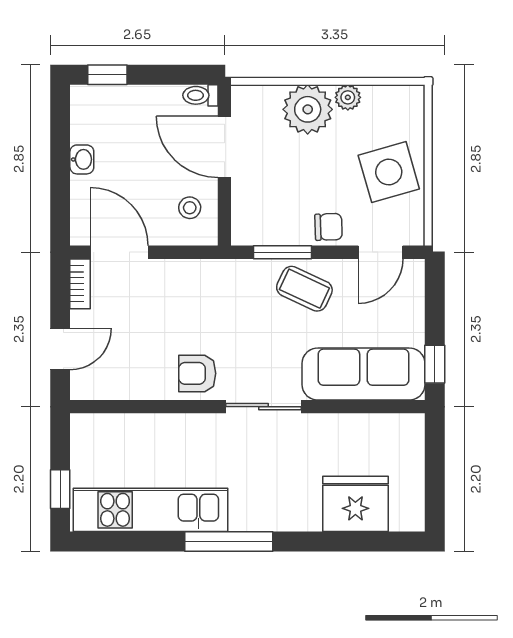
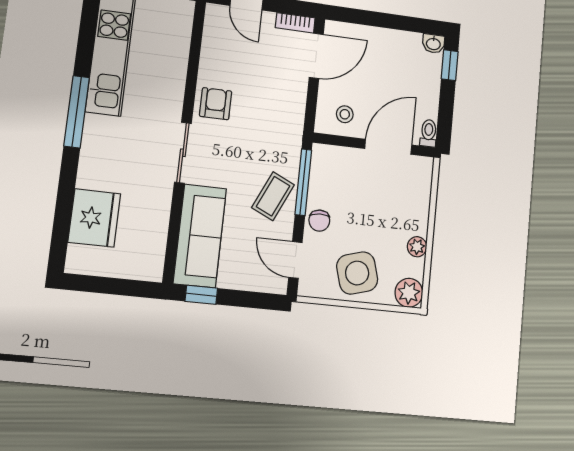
plant: (308, 109) -> (409, 293), moved, width x0.73, depth x0.73
washbasin: (82, 159) -> (433, 44), moved
window: (283, 252) -> (303, 182), width x1.44

